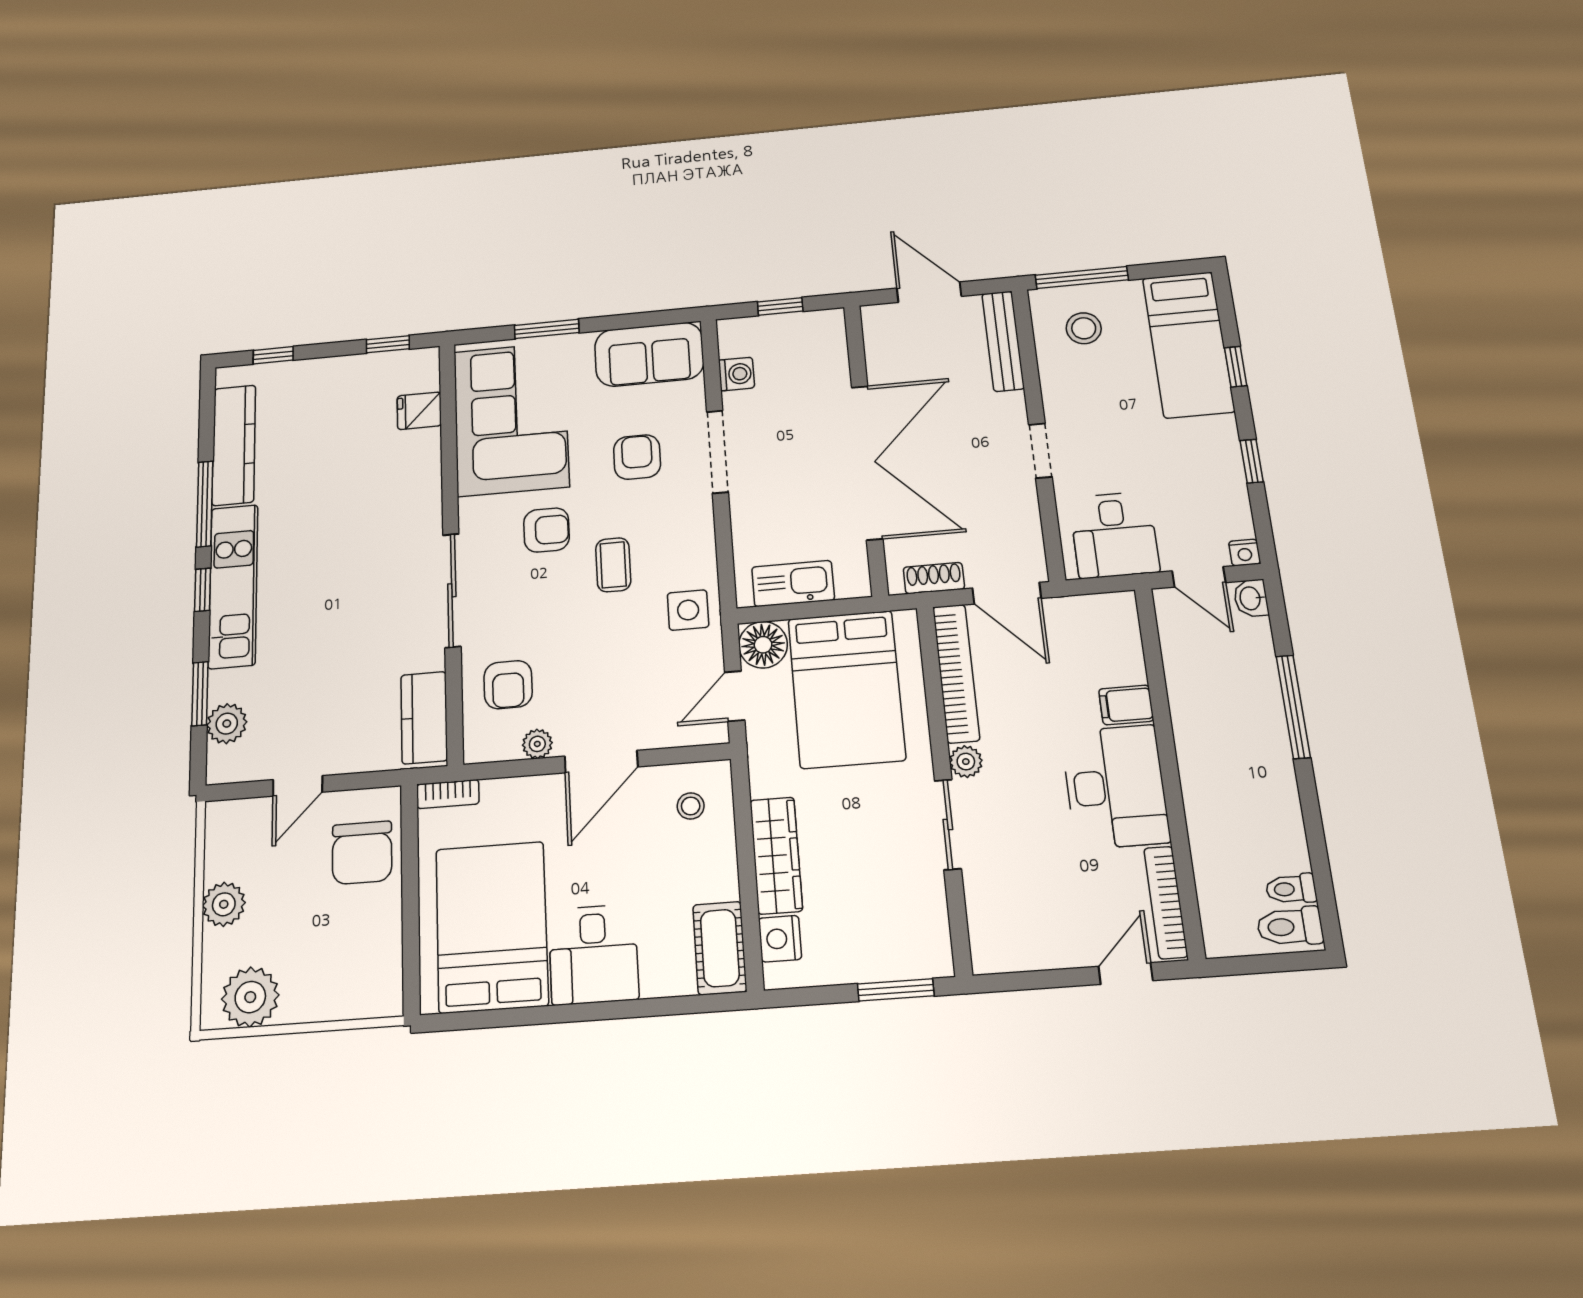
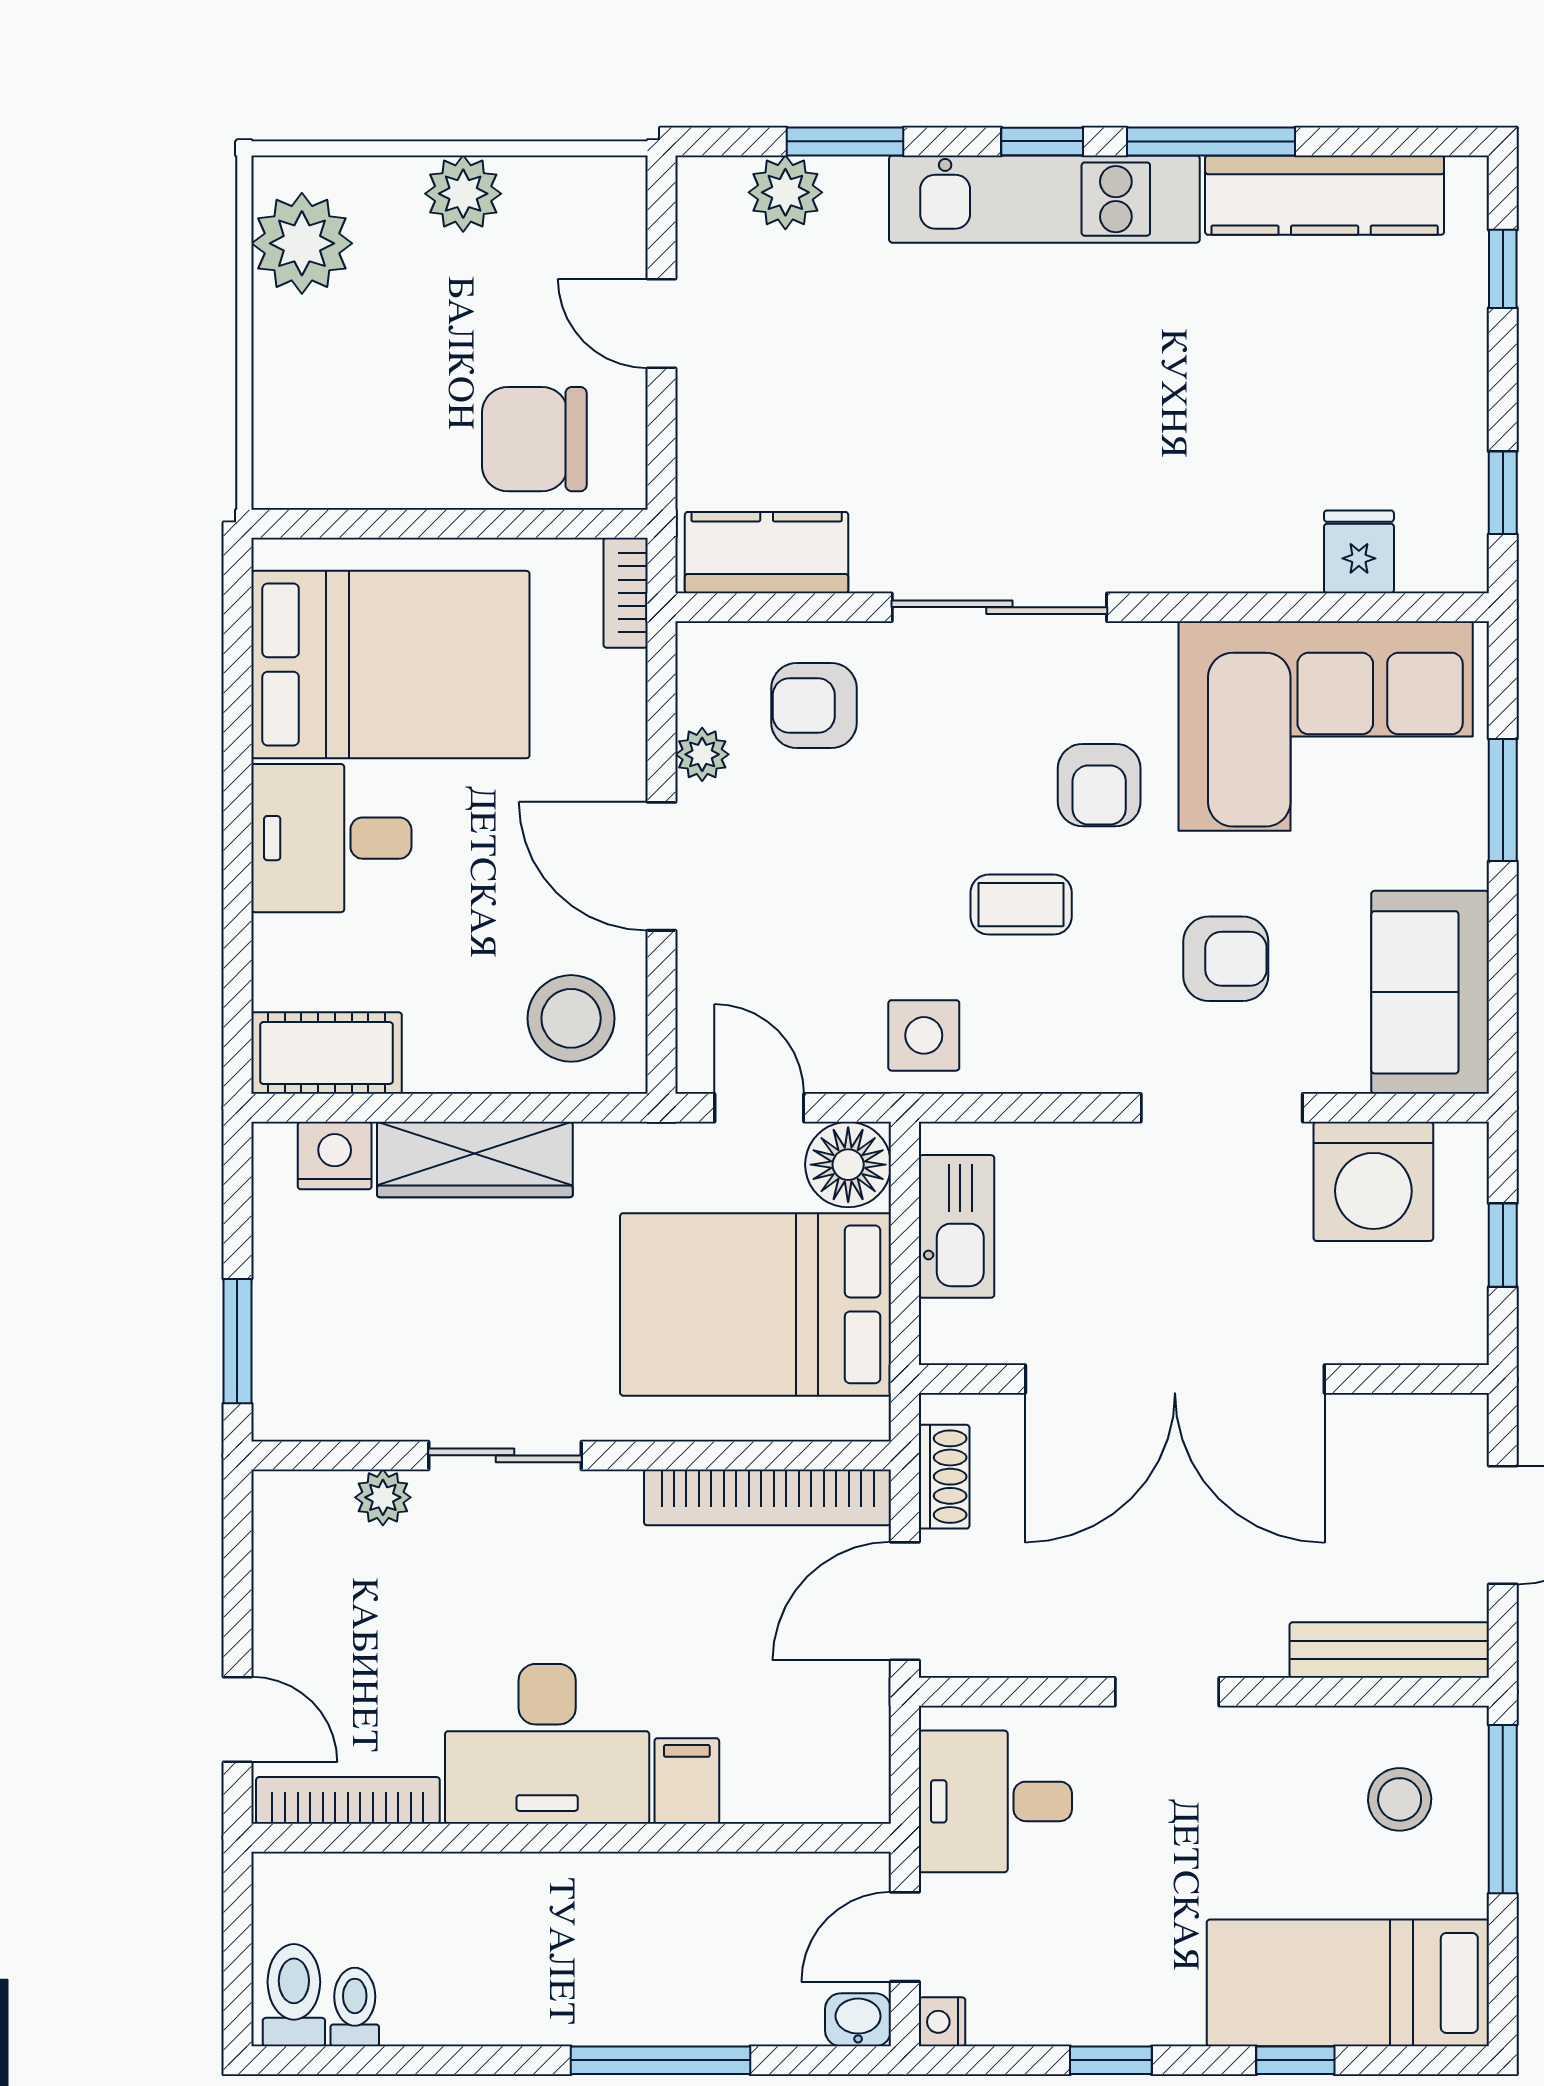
washing machine: (736, 374) -> (1373, 1181), width x1.89, depth x1.89
plant: (966, 762) -> (383, 1497), moved
stool: (691, 806) -> (571, 1018), width x1.89, depth x1.89

